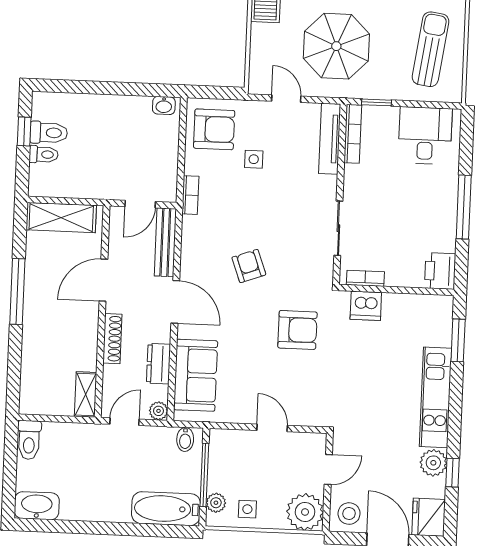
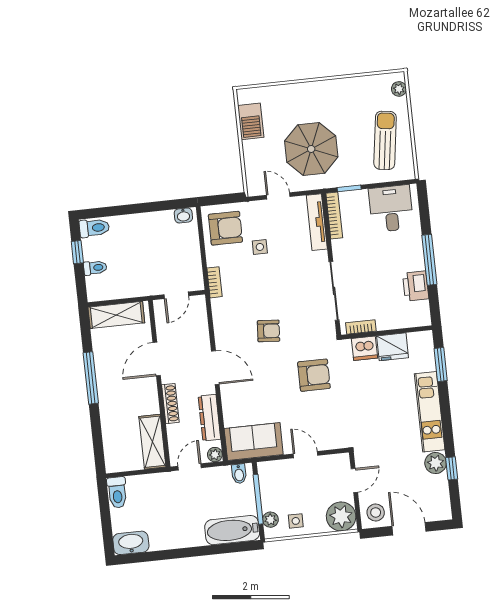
toilet: (49, 133) -> (94, 228), moved
sliding door: (338, 228) -> (334, 291), width x1.37
bench: (165, 242) -> (200, 322), removed
armchair: (249, 266) -> (269, 331), turned 114
printer: (440, 271) -> (416, 286), moved
dresser: (159, 364) -> (209, 418), width x1.44
sofa: (196, 375) -> (254, 442), moved, turned -90
shelving: (86, 395) -> (152, 442), width x1.50, depth x1.33
fridge: (429, 517) -> (393, 347), moved, turned -90

